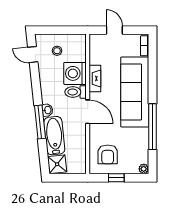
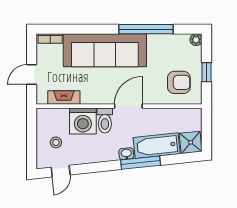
fireplace: (95, 78) -> (64, 97), moved

